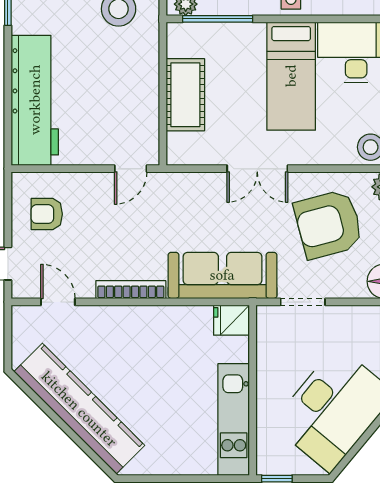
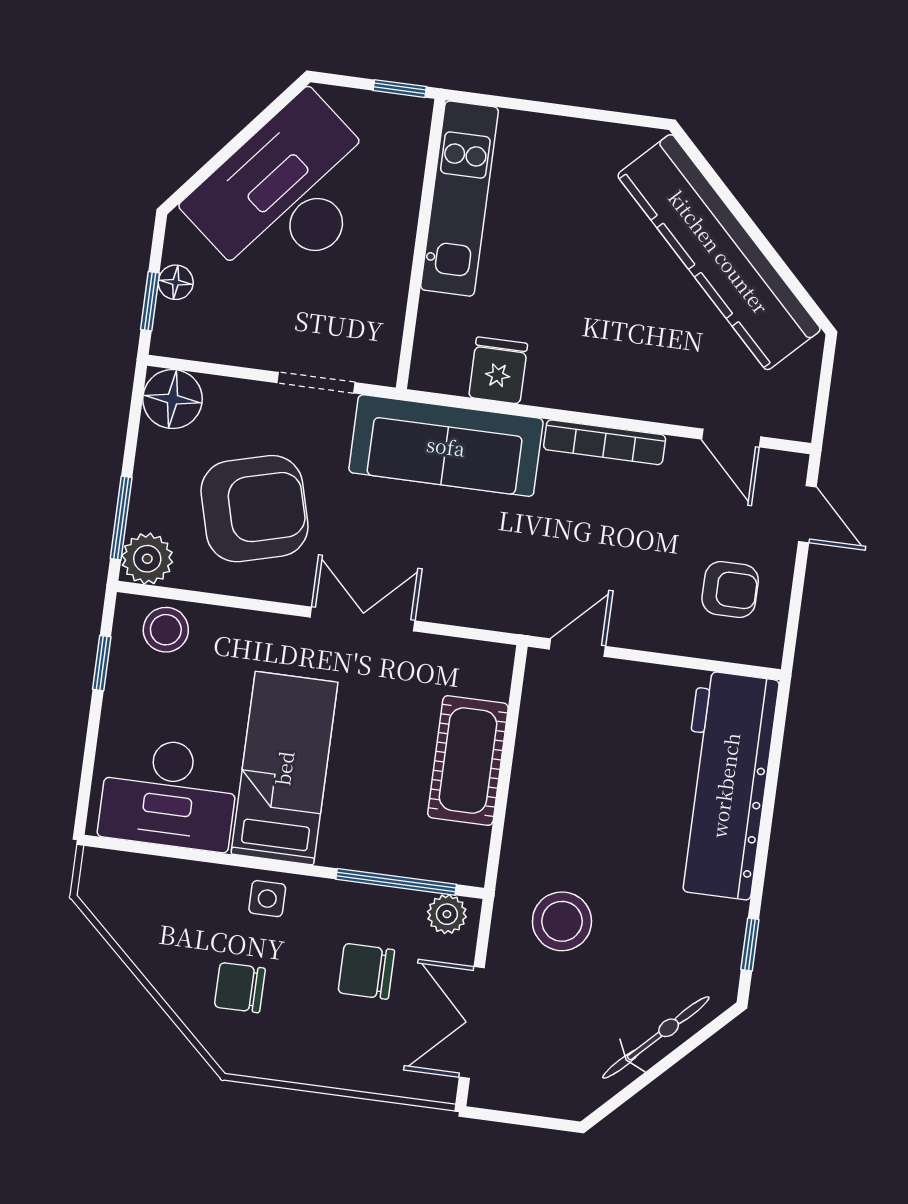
fridge: (231, 320) -> (498, 370), moved, turned -90

